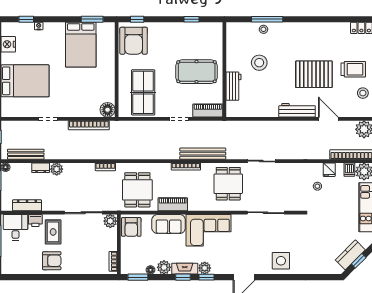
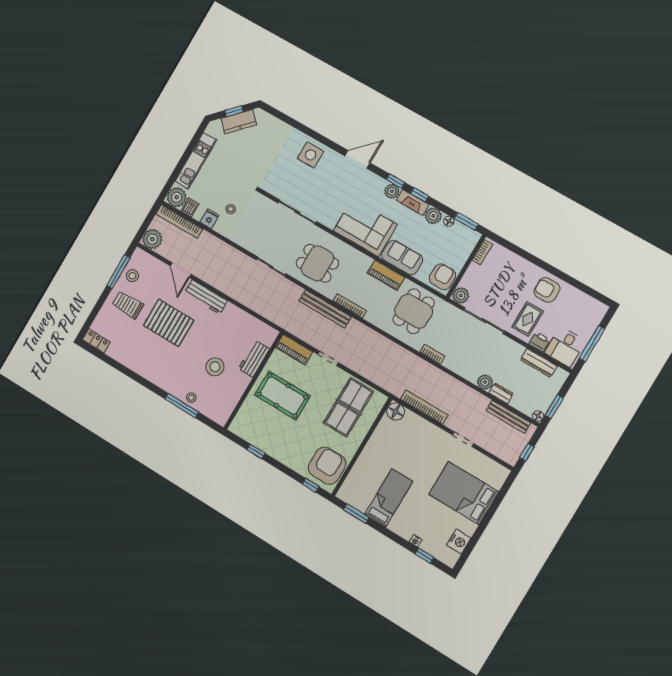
bed: (81, 45) -> (389, 498), width x0.67
dining table: (228, 184) -> (317, 263), turned 90

